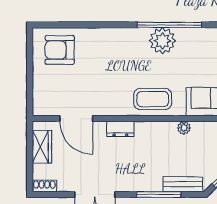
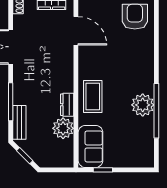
door: (76, 119) -> (76, 31), swing flipped
plant: (184, 128) -> (63, 128), width x1.87, depth x1.87
dresser: (120, 129) -> (67, 105), moved

